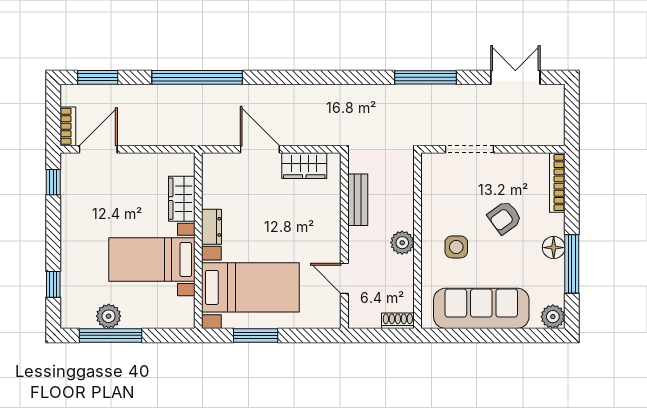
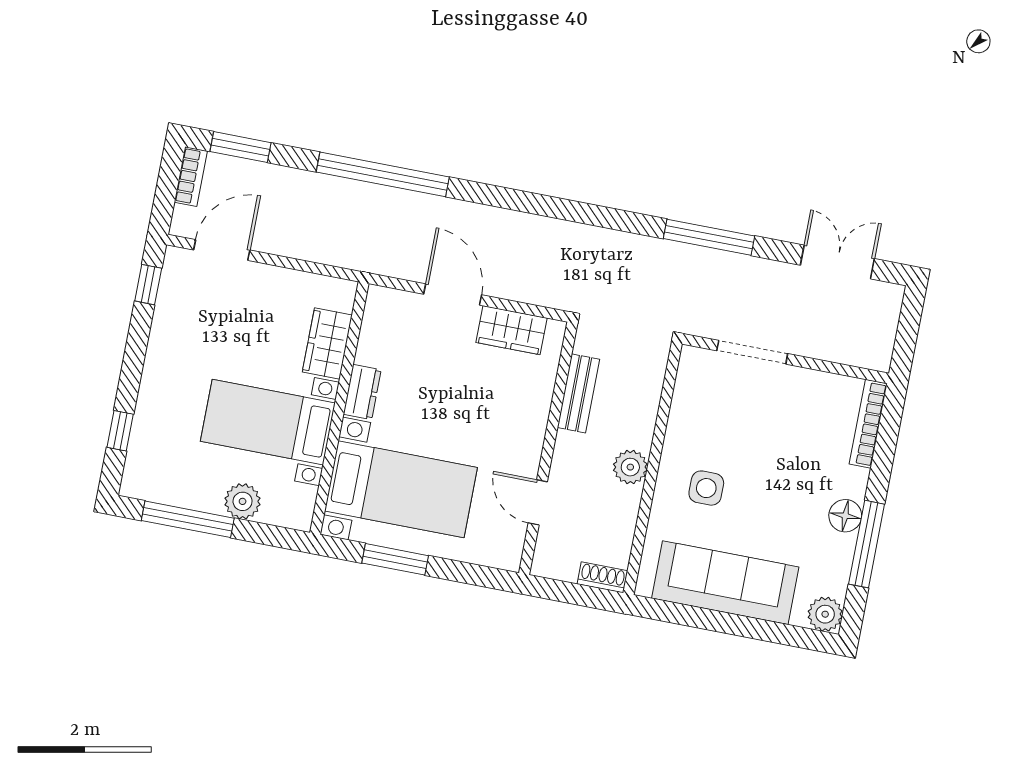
bookcase: (68, 126) -> (191, 177), moved
armchair: (505, 218) -> (783, 459), removed
plant: (109, 316) -> (243, 501), moved

